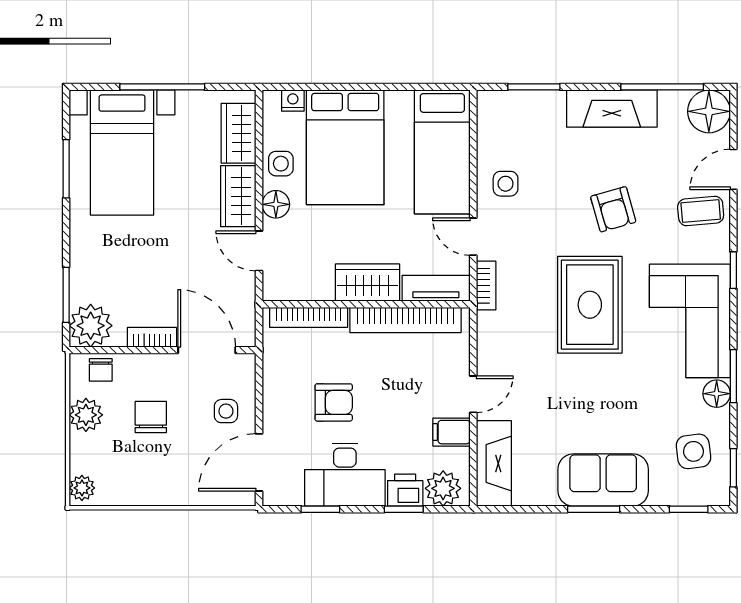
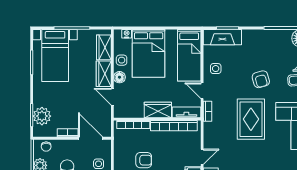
fireplace: (612, 109) -> (222, 37), moved
plant: (91, 326) -> (42, 116), moved

